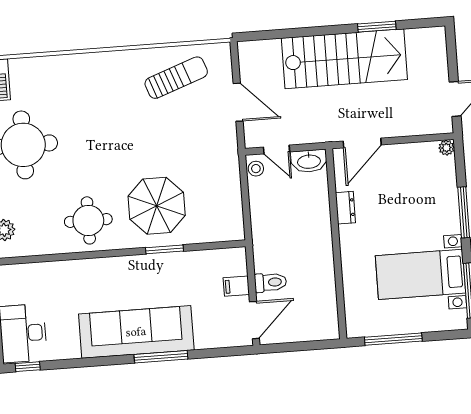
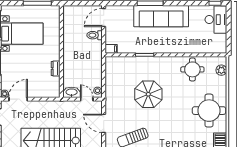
door: (362, 143) -> (18, 99), moved
parasol: (157, 206) -> (148, 94), moved
round table: (88, 220) -> (192, 69), moved
filing cabinet: (236, 286) -> (111, 49), moved

